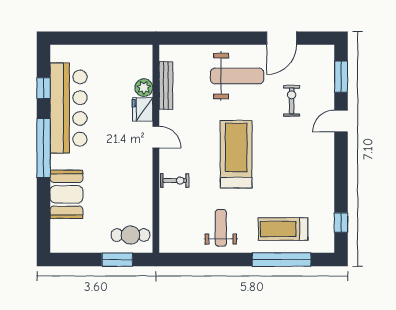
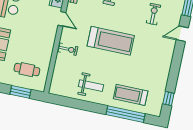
treadmill: (236, 154) -> (111, 41), turned 90
weight bench: (221, 228) -> (91, 86), turned 90
cafe table: (131, 235) -> (27, 70), moved

